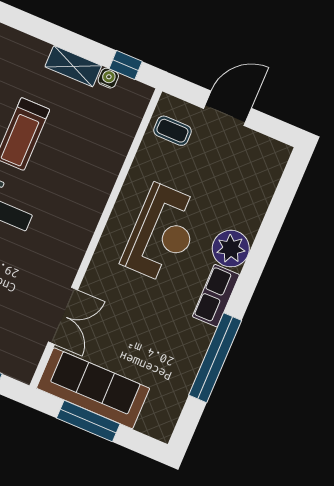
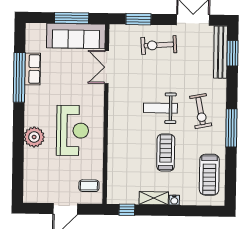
water cooler: (108, 78) -> (174, 200), moved
reception desk: (162, 234) -> (73, 130), turned 180
row of seats: (216, 296) -> (33, 69), moved

